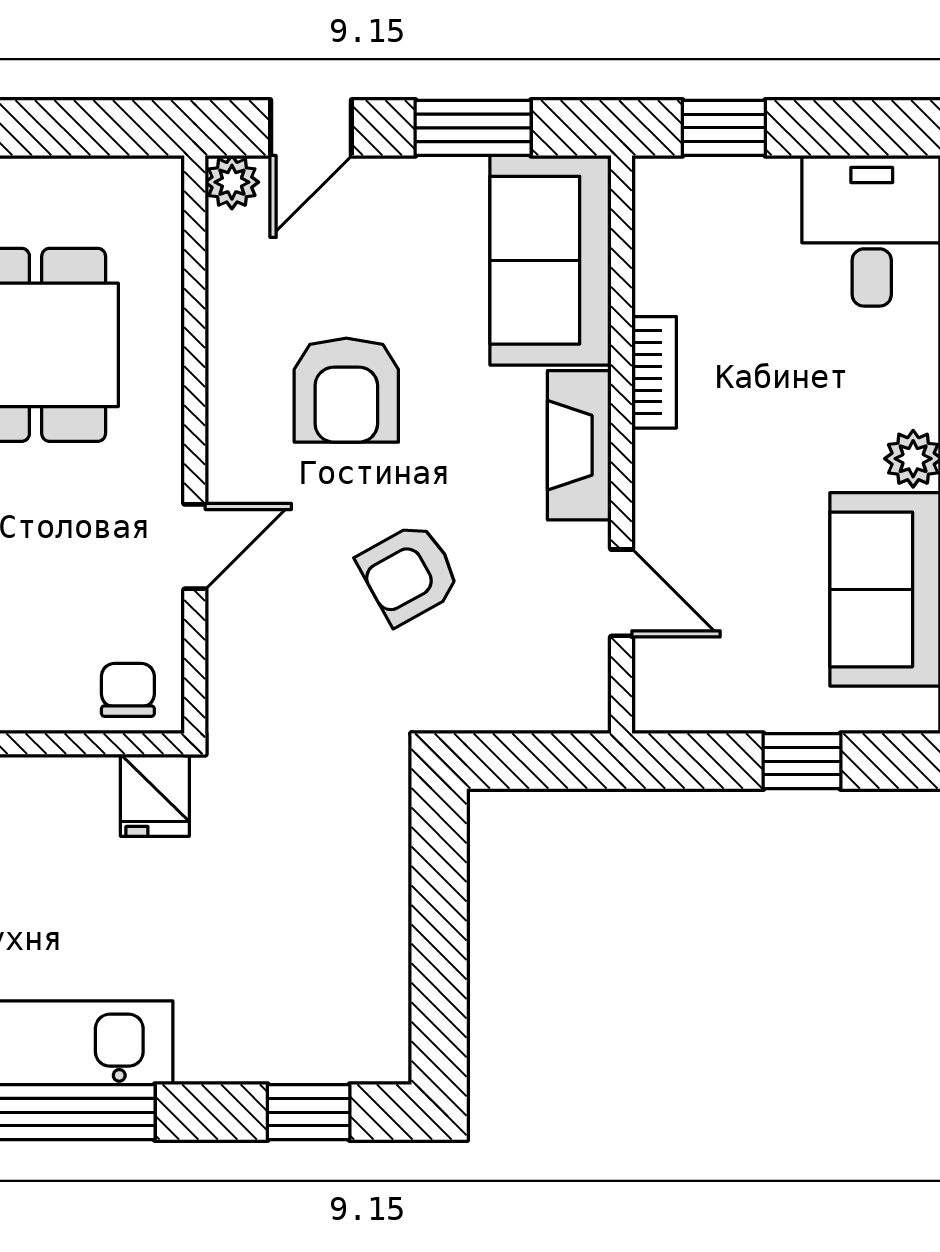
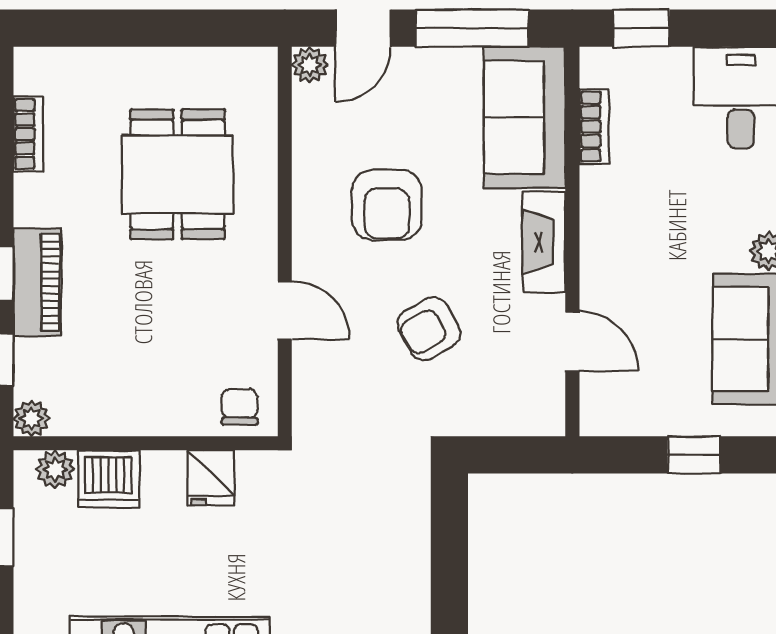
window: (473, 128) -> (472, 28), width x1.44
bookcase: (654, 372) -> (594, 127), moved
door: (195, 547) -> (285, 310), hinge flipped
fridge: (155, 795) -> (211, 478), moved

